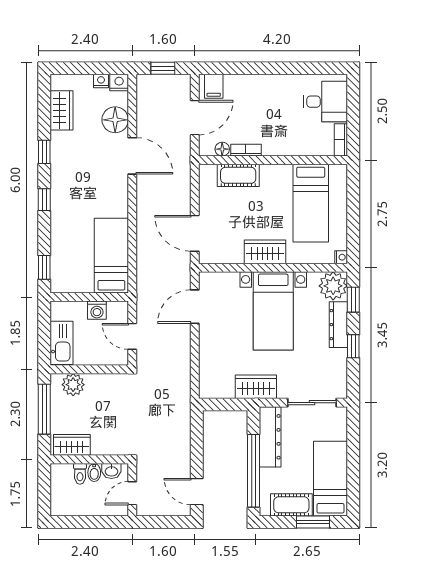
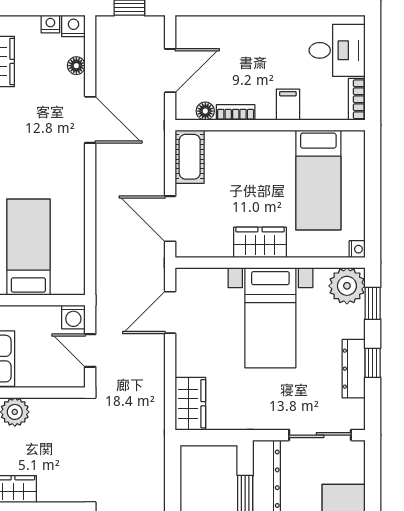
filing cabinet: (214, 86) -> (288, 105), moved, turned 180
floor lamp: (115, 120) -> (76, 66), width x0.53, depth x0.53
cot: (238, 175) -> (190, 157), moved, turned 90
bed: (111, 256) -> (28, 247), moved
washing machine: (97, 310) -> (73, 317), moved
dresser: (338, 325) -> (354, 369), moved
wardrobe: (256, 387) -> (190, 404), moved, turned 90

